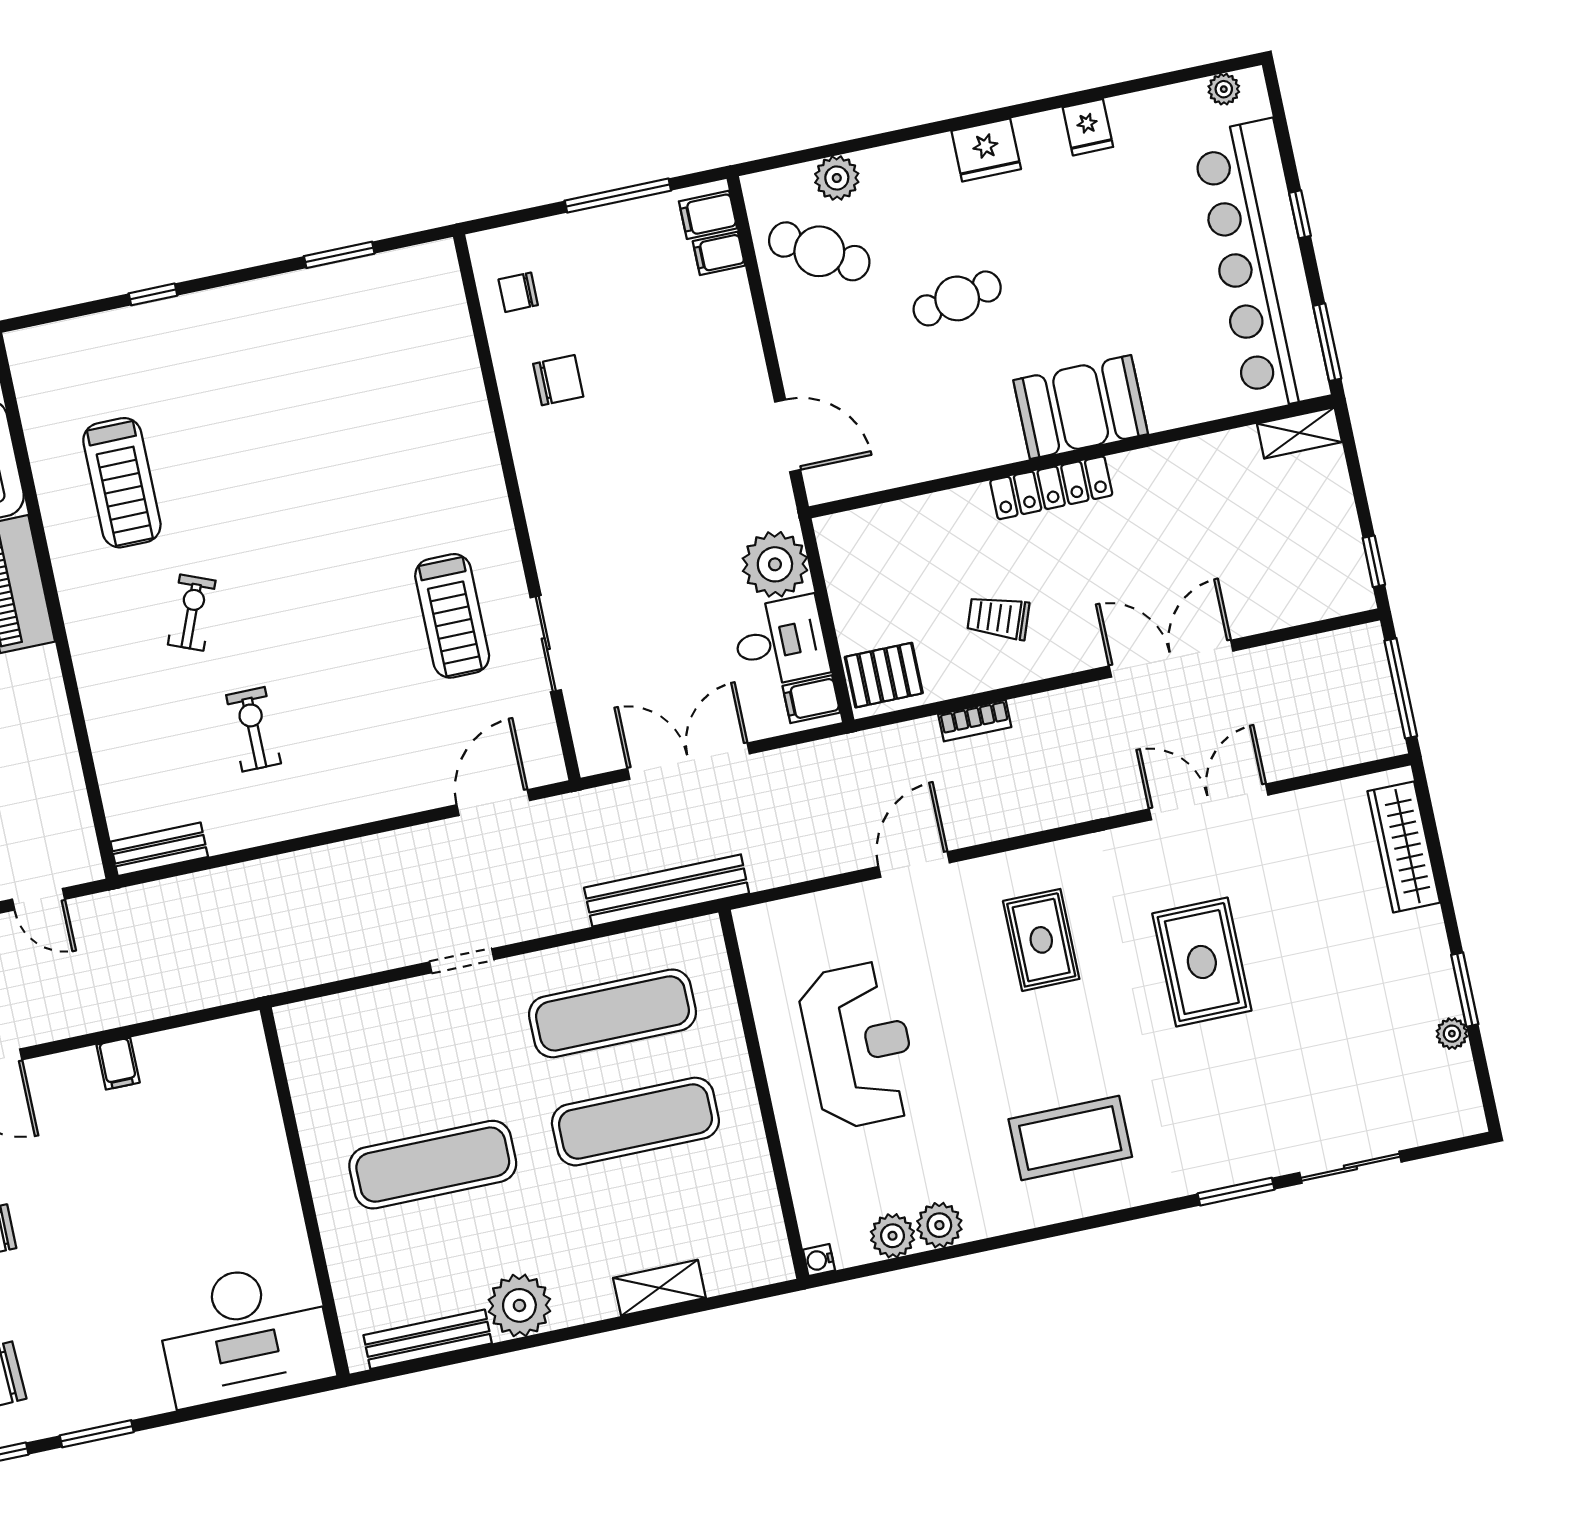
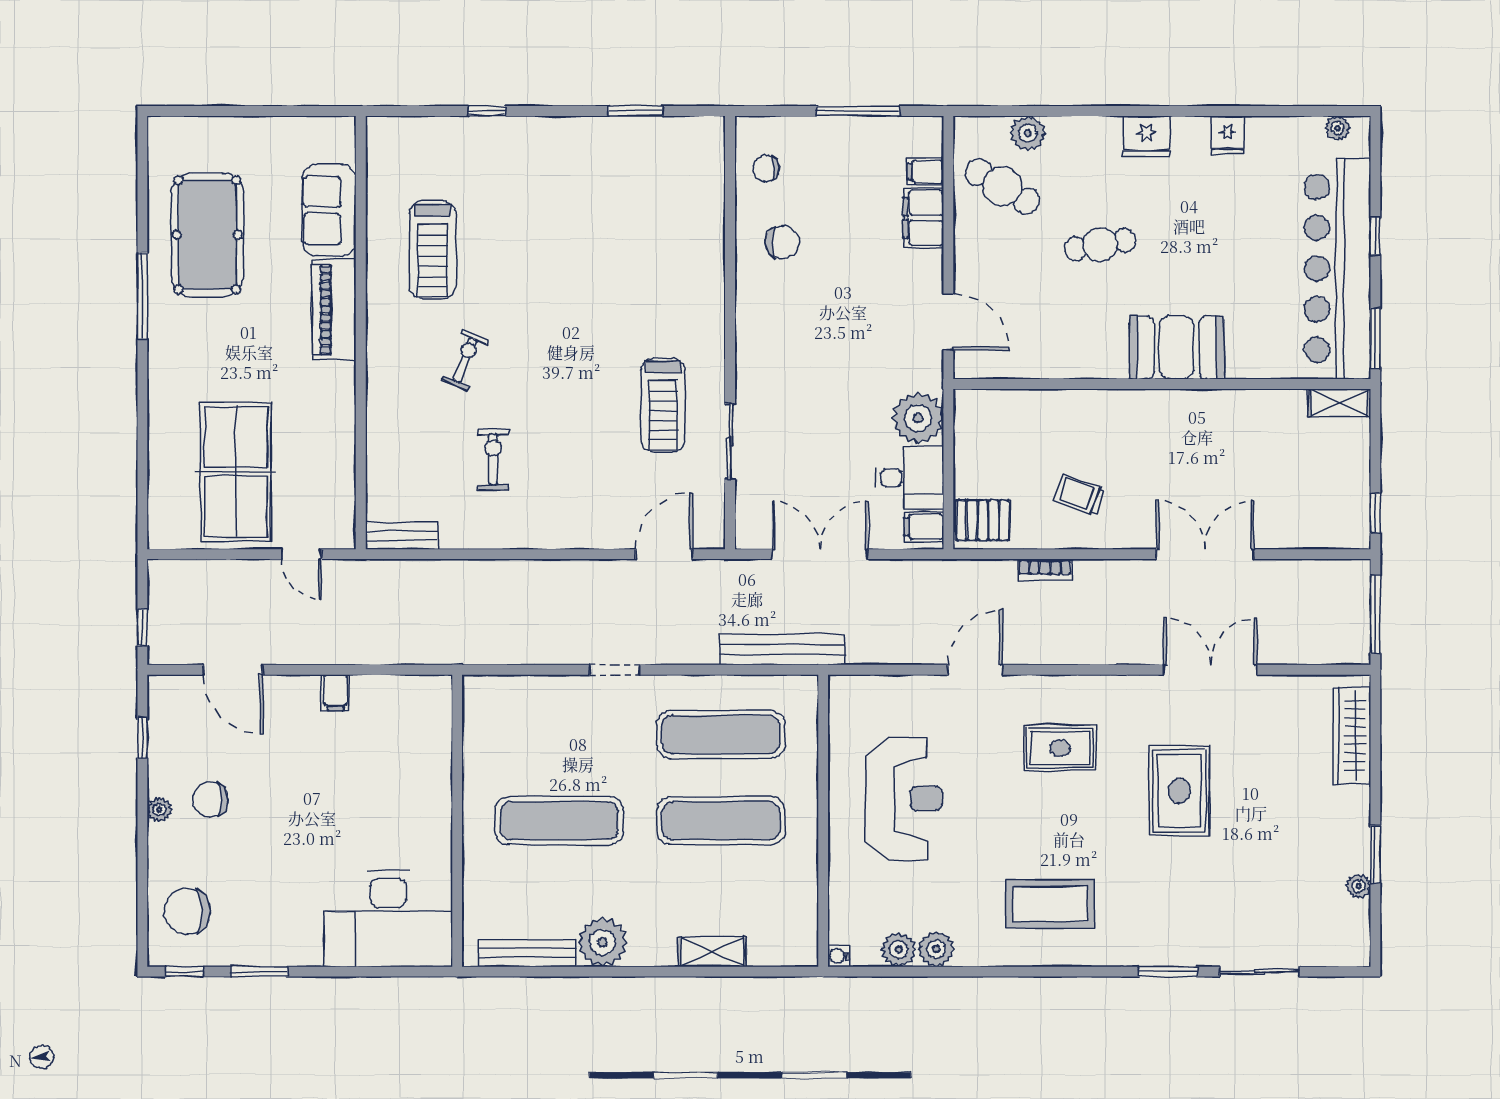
filing cabinet: (708, 215) -> (923, 218), moved, width x2.00
locker: (1051, 488) -> (1141, 404), removed
rug: (1041, 940) -> (1060, 748), turned 90

